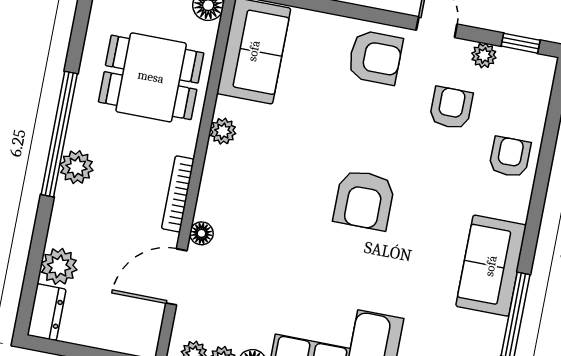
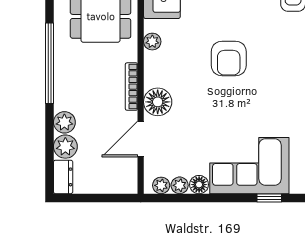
plant: (76, 167) -> (64, 122), moved
armchair: (364, 200) -> (229, 59), moved
floor lamp: (201, 233) -> (158, 102), width x1.89, depth x1.89

